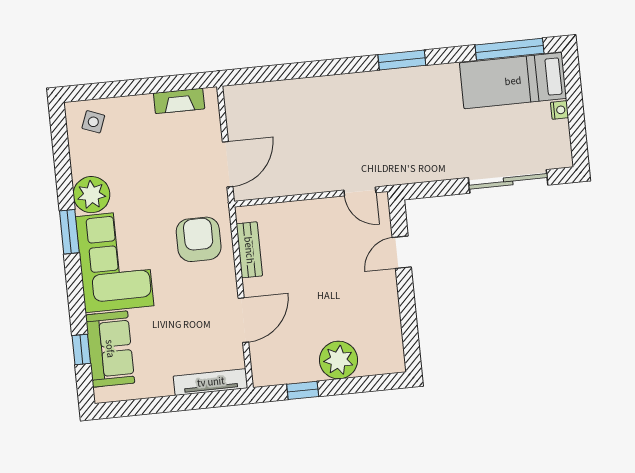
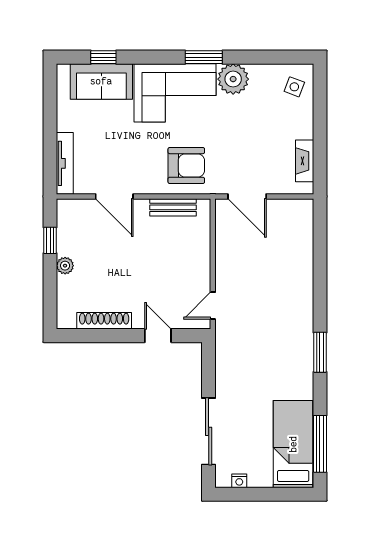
nightstand: (559, 110) -> (239, 481), moved
shoe rack: (391, 317) -> (104, 321), added
plant: (339, 360) -> (65, 266), width x0.53, depth x0.53

